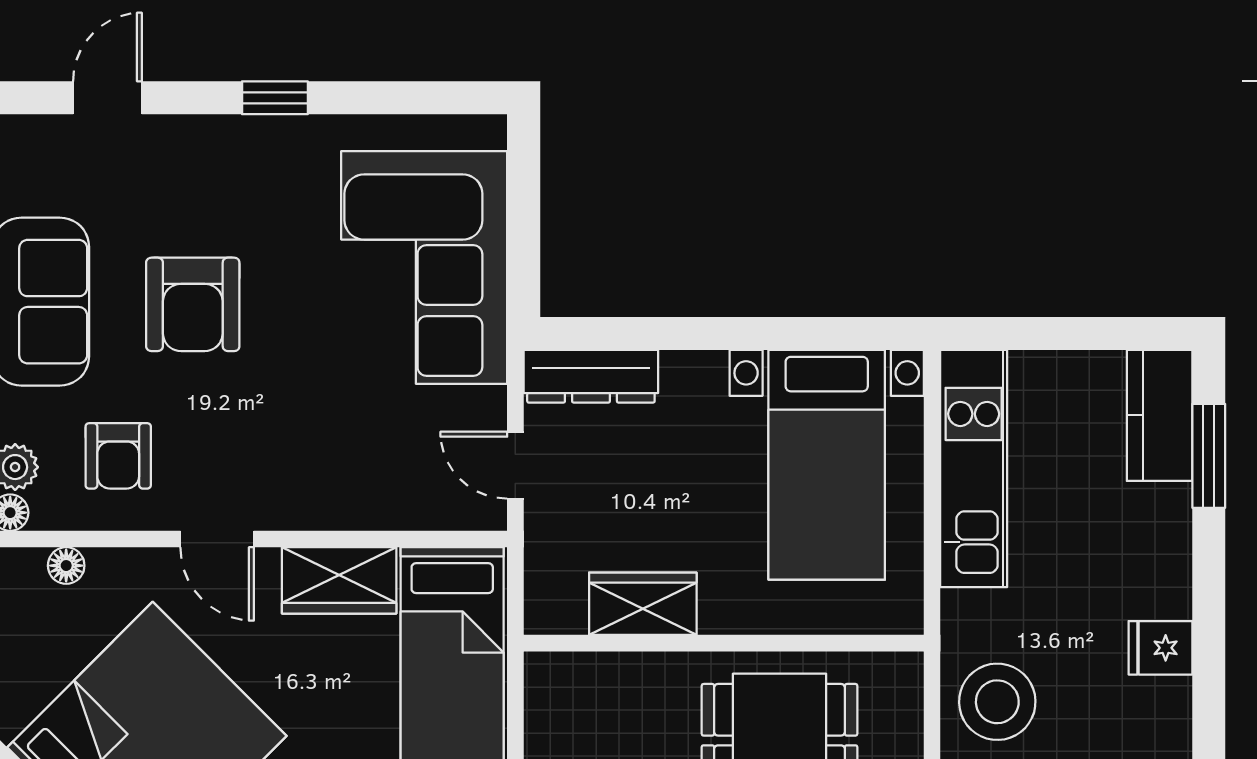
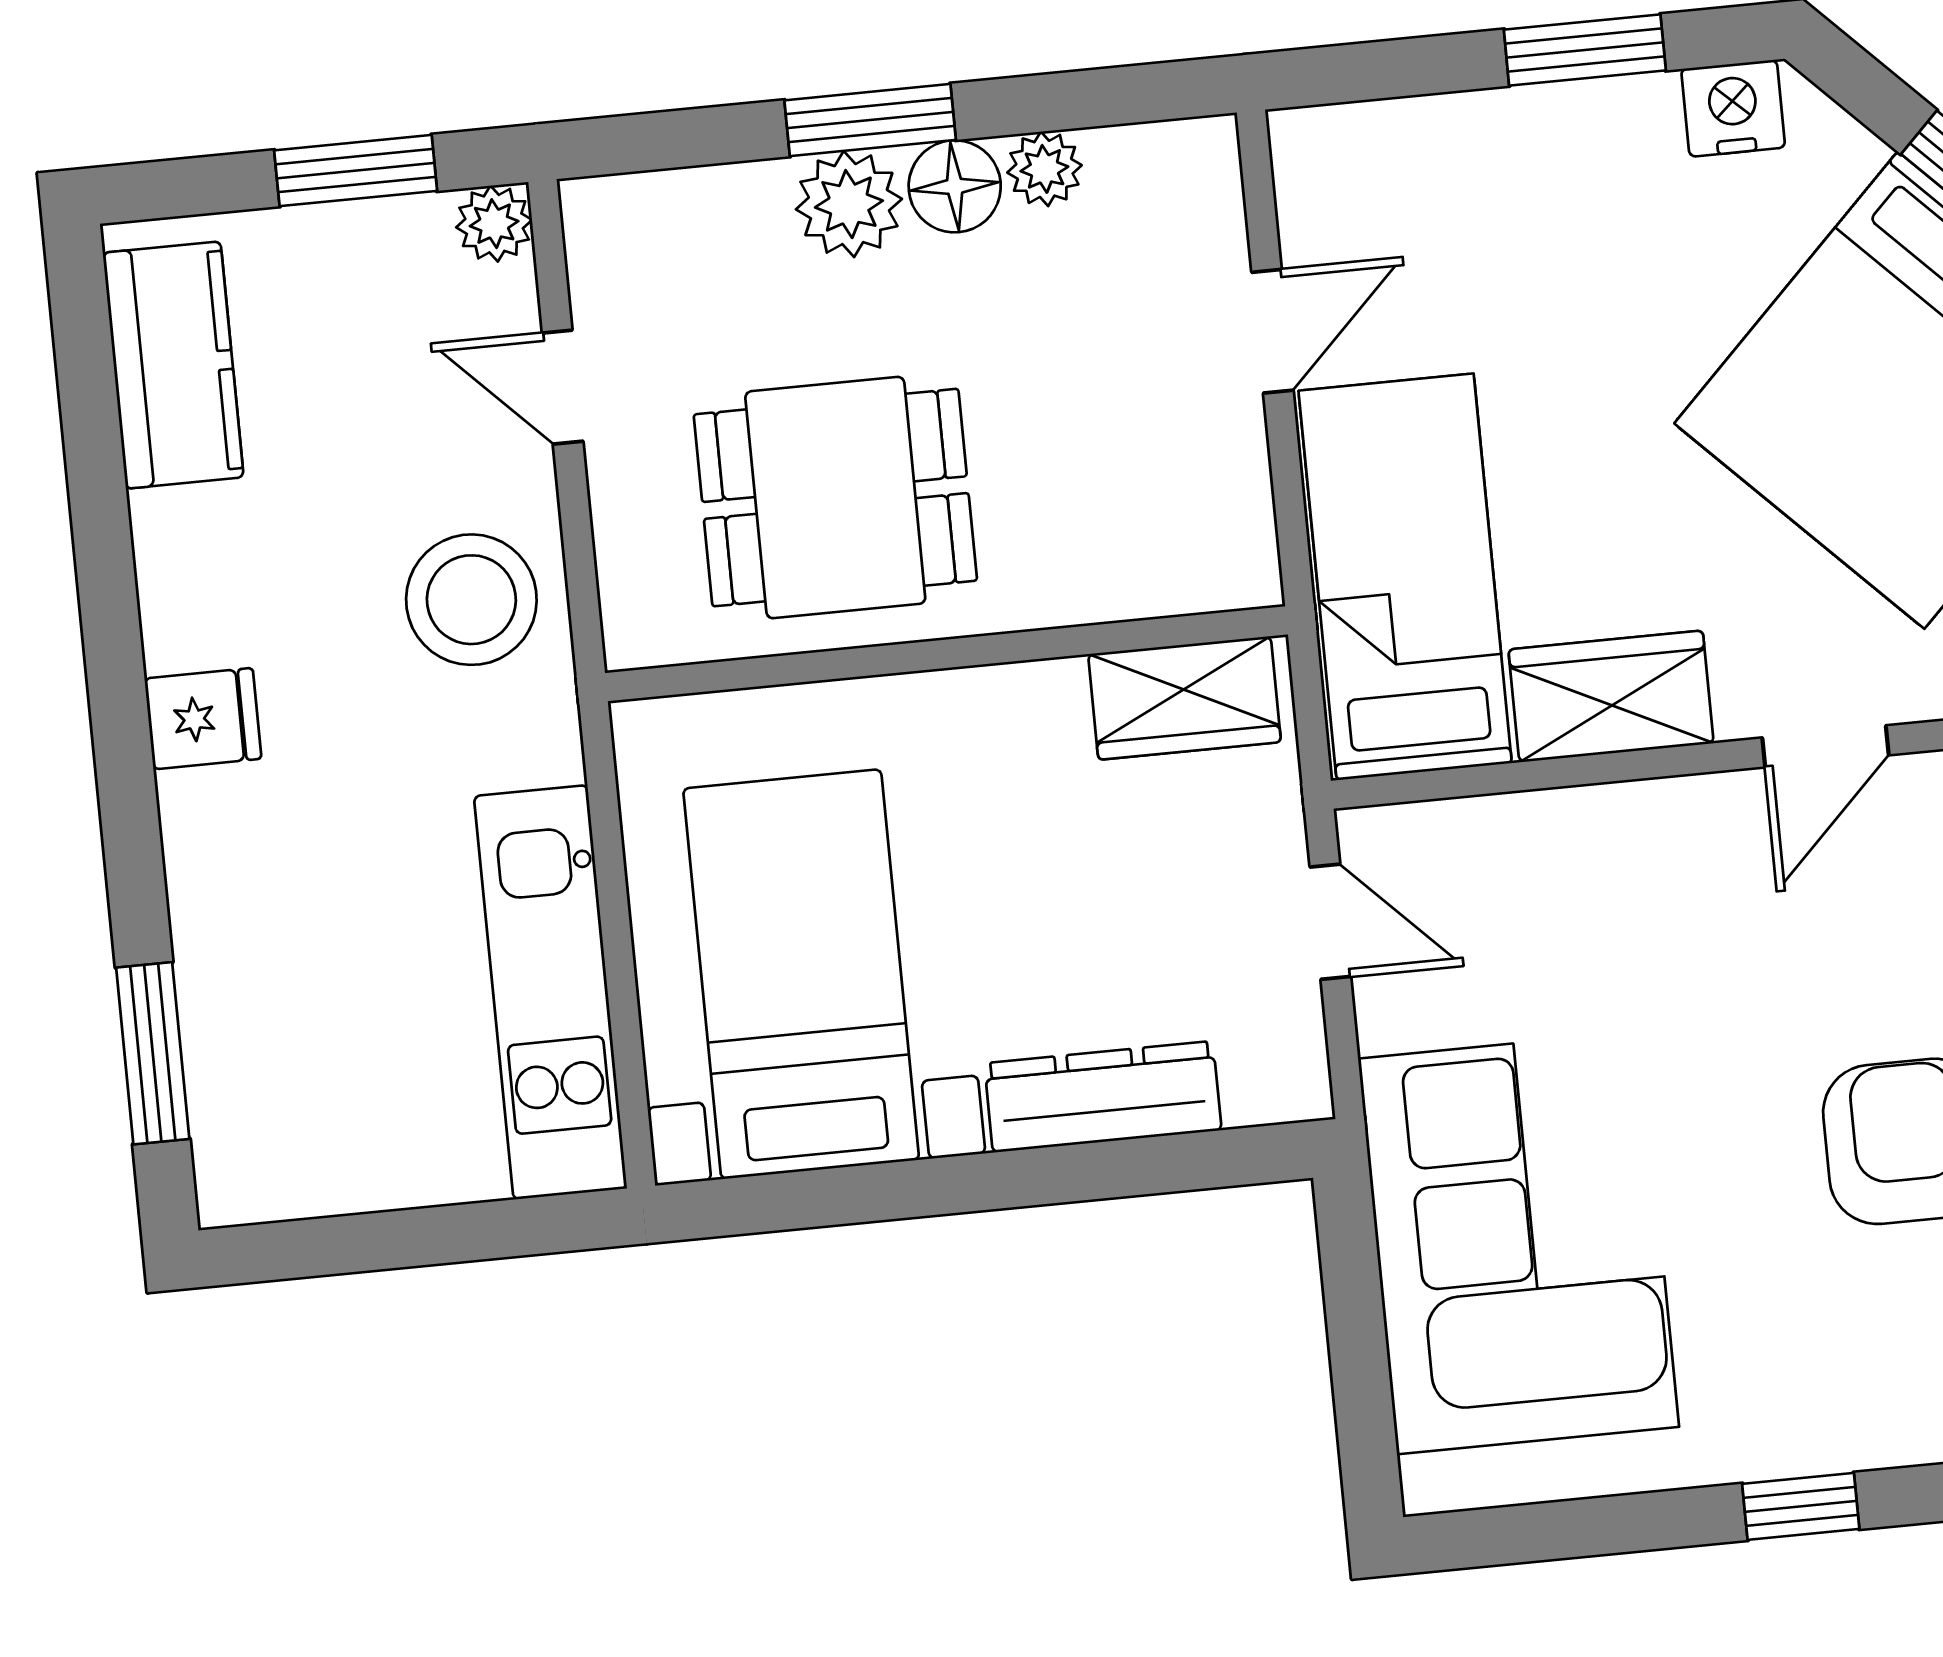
dresser: (591, 376) -> (1103, 1097), moved
kitchen counter: (1160, 415) -> (243, 1114), removed
door: (217, 539) -> (1825, 746), swing flipped
wardrobe: (643, 604) -> (1185, 698), moved

